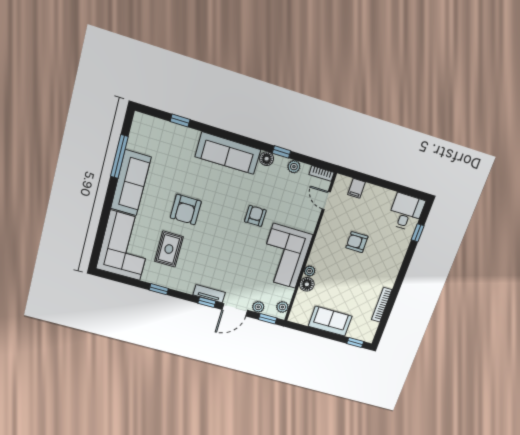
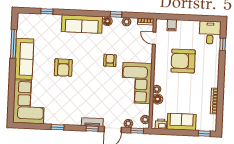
armchair: (357, 242) -> (183, 61), width x1.88, depth x1.88
rug: (169, 249) -> (58, 97), removed
printer: (302, 318) -> (161, 124), added

